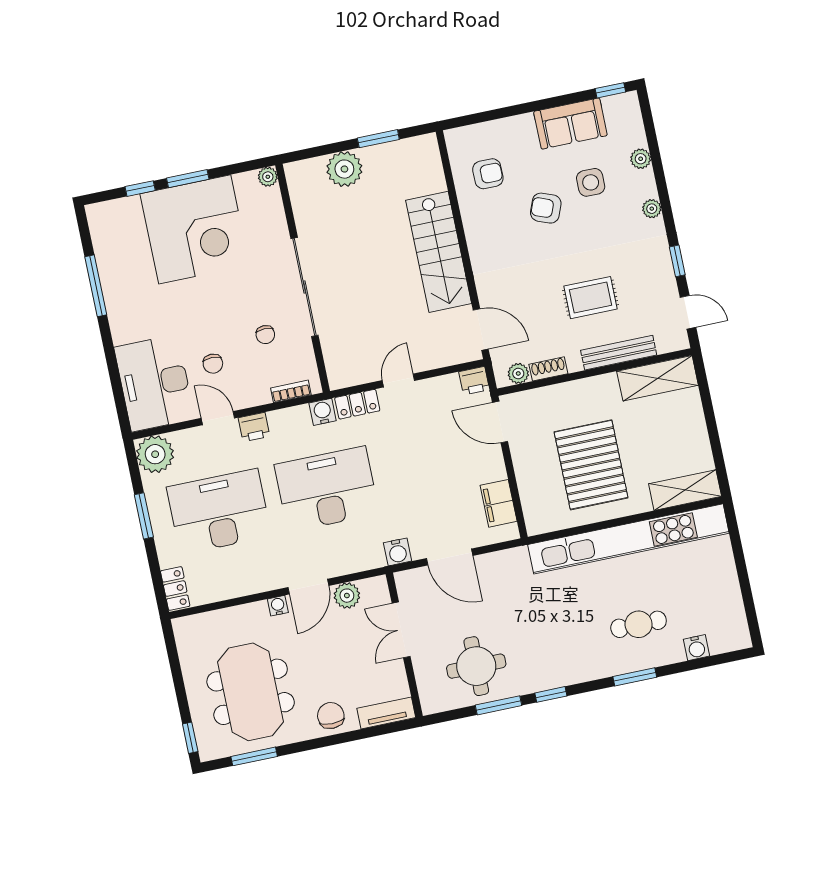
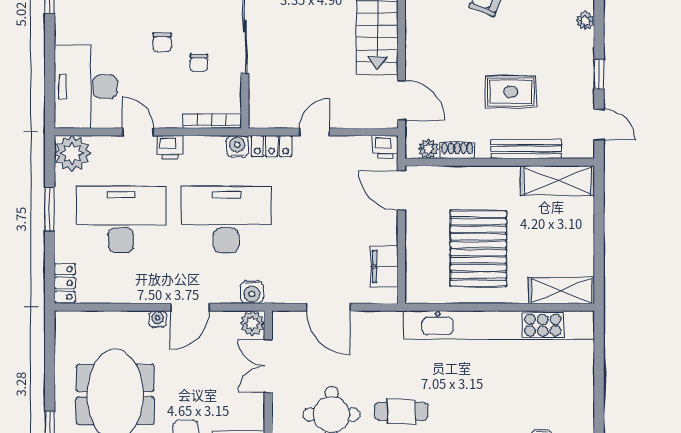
chair: (213, 364) -> (162, 42), moved
bookcase: (291, 391) -> (212, 121), width x1.56
water cooler: (398, 552) -> (252, 292), moved
plant: (347, 596) -> (252, 323), moved
cafe table: (639, 624) -> (401, 411), moved

